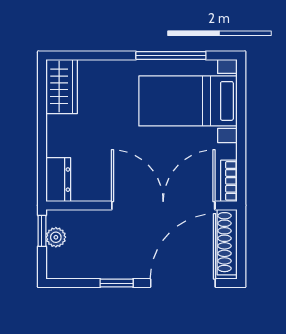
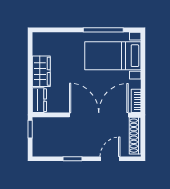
wardrobe: (62, 86) -> (41, 71), moved
plant: (56, 237) -> (38, 133), removed
door: (183, 283) -> (110, 159), width x0.53

